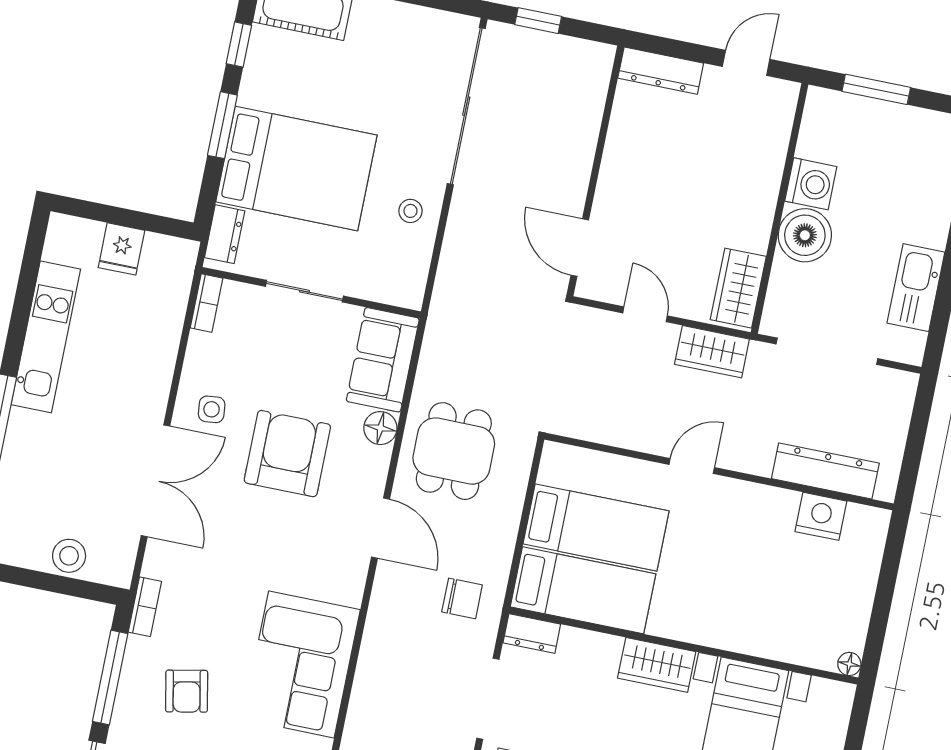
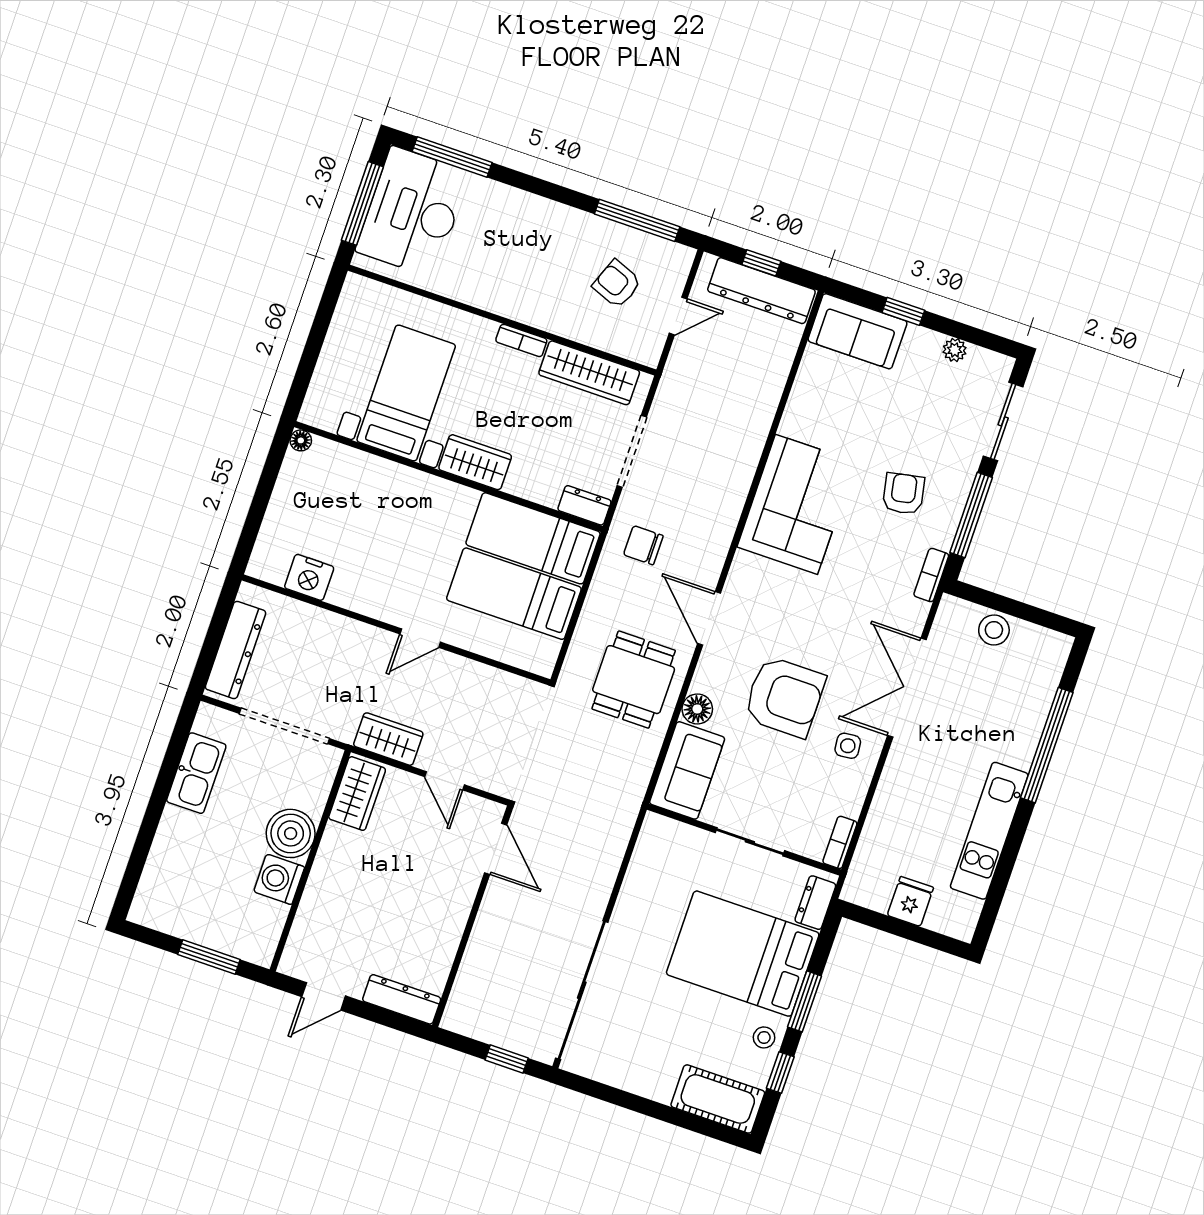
stool: (410, 211) -> (764, 1037), moved
armchair: (287, 454) -> (784, 697), turned -90
dresser: (825, 471) -> (236, 650), moved, turned -90

